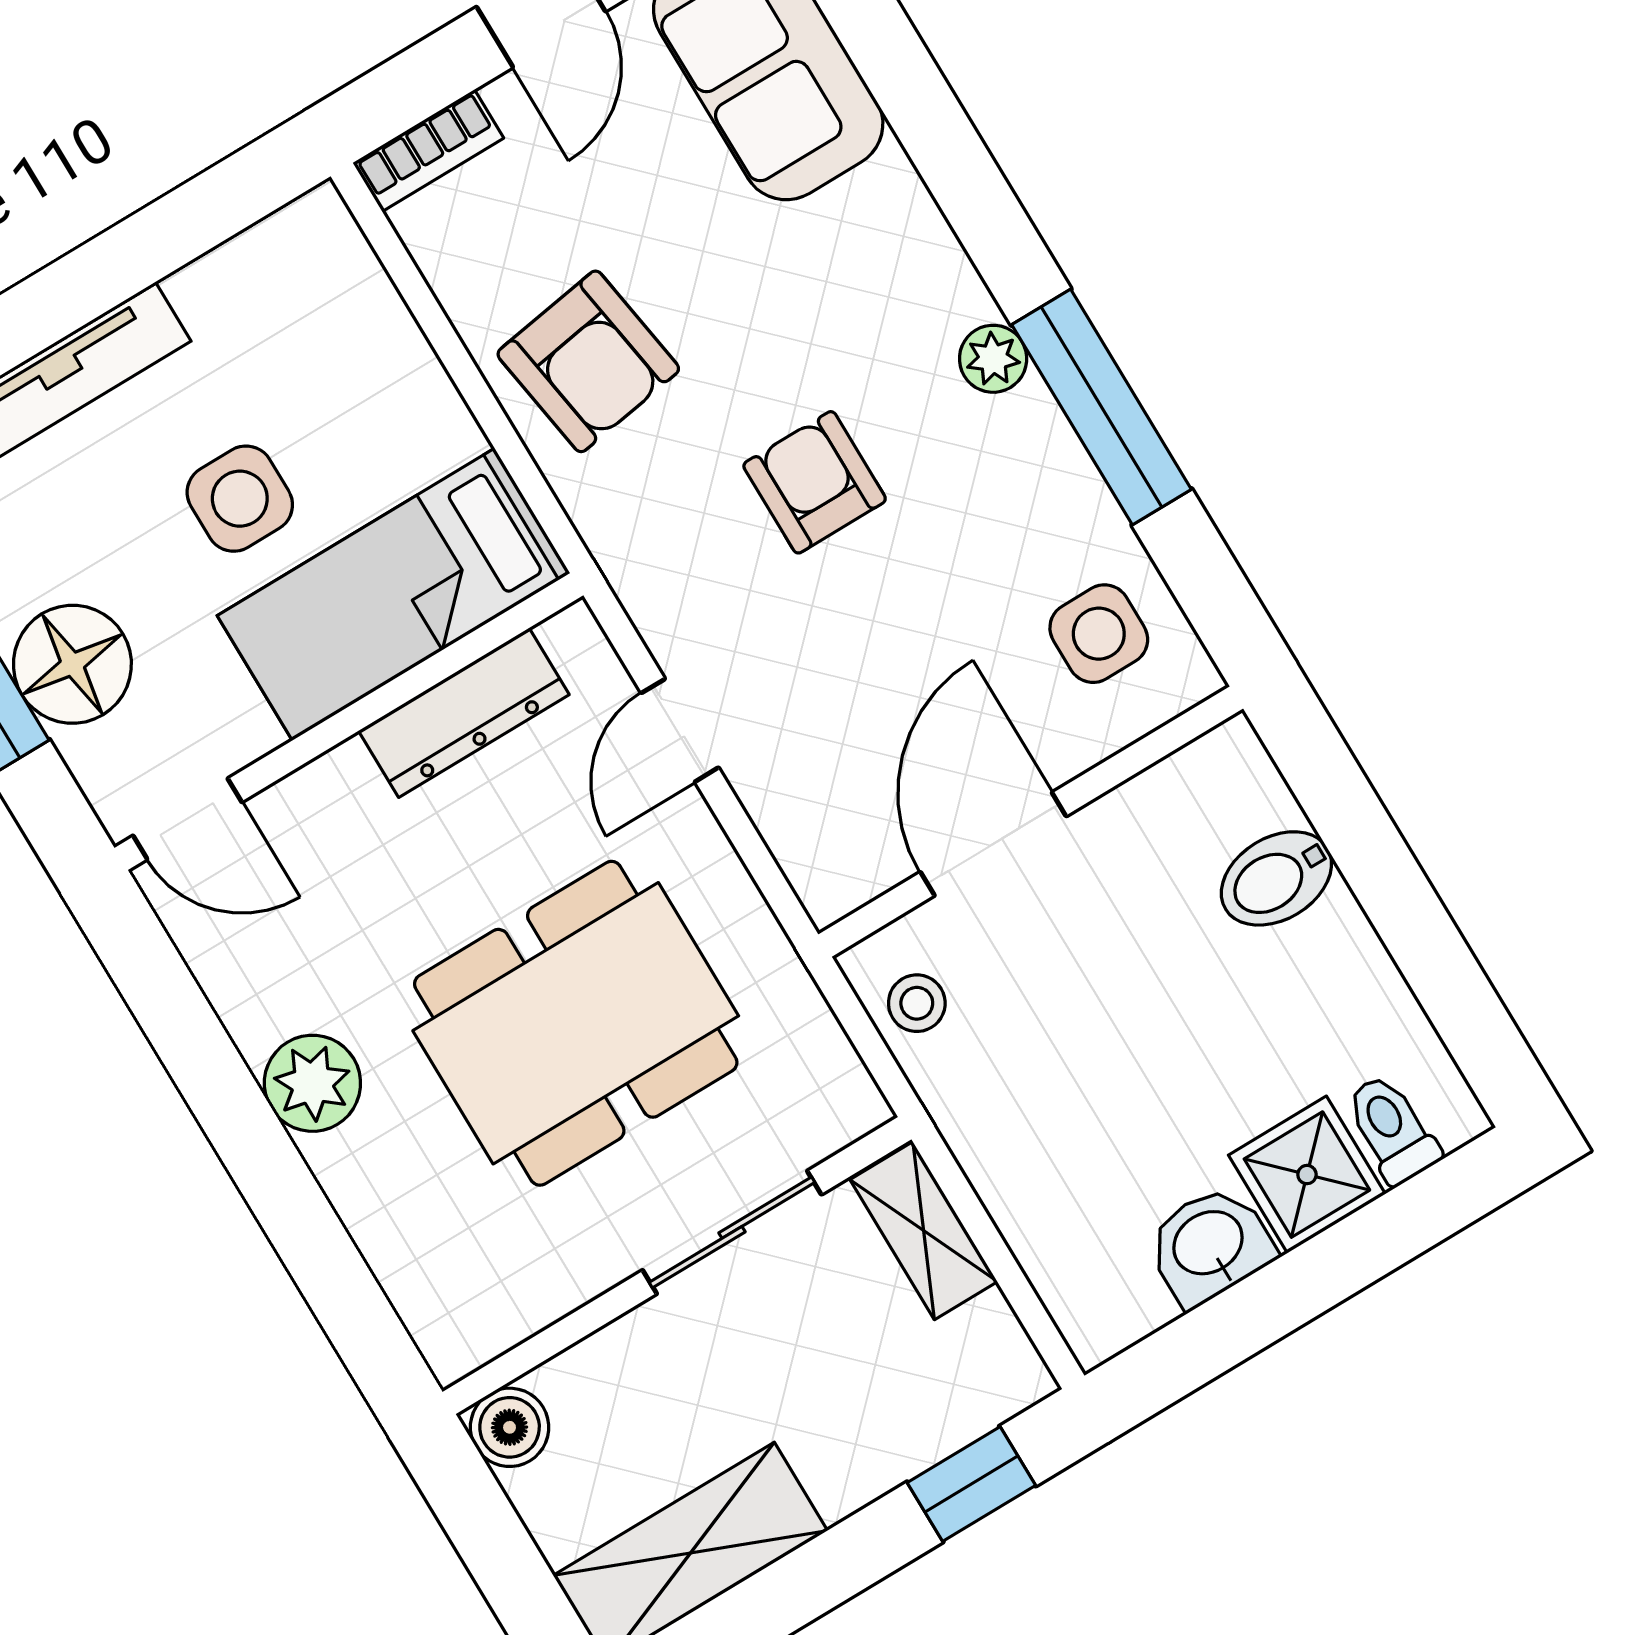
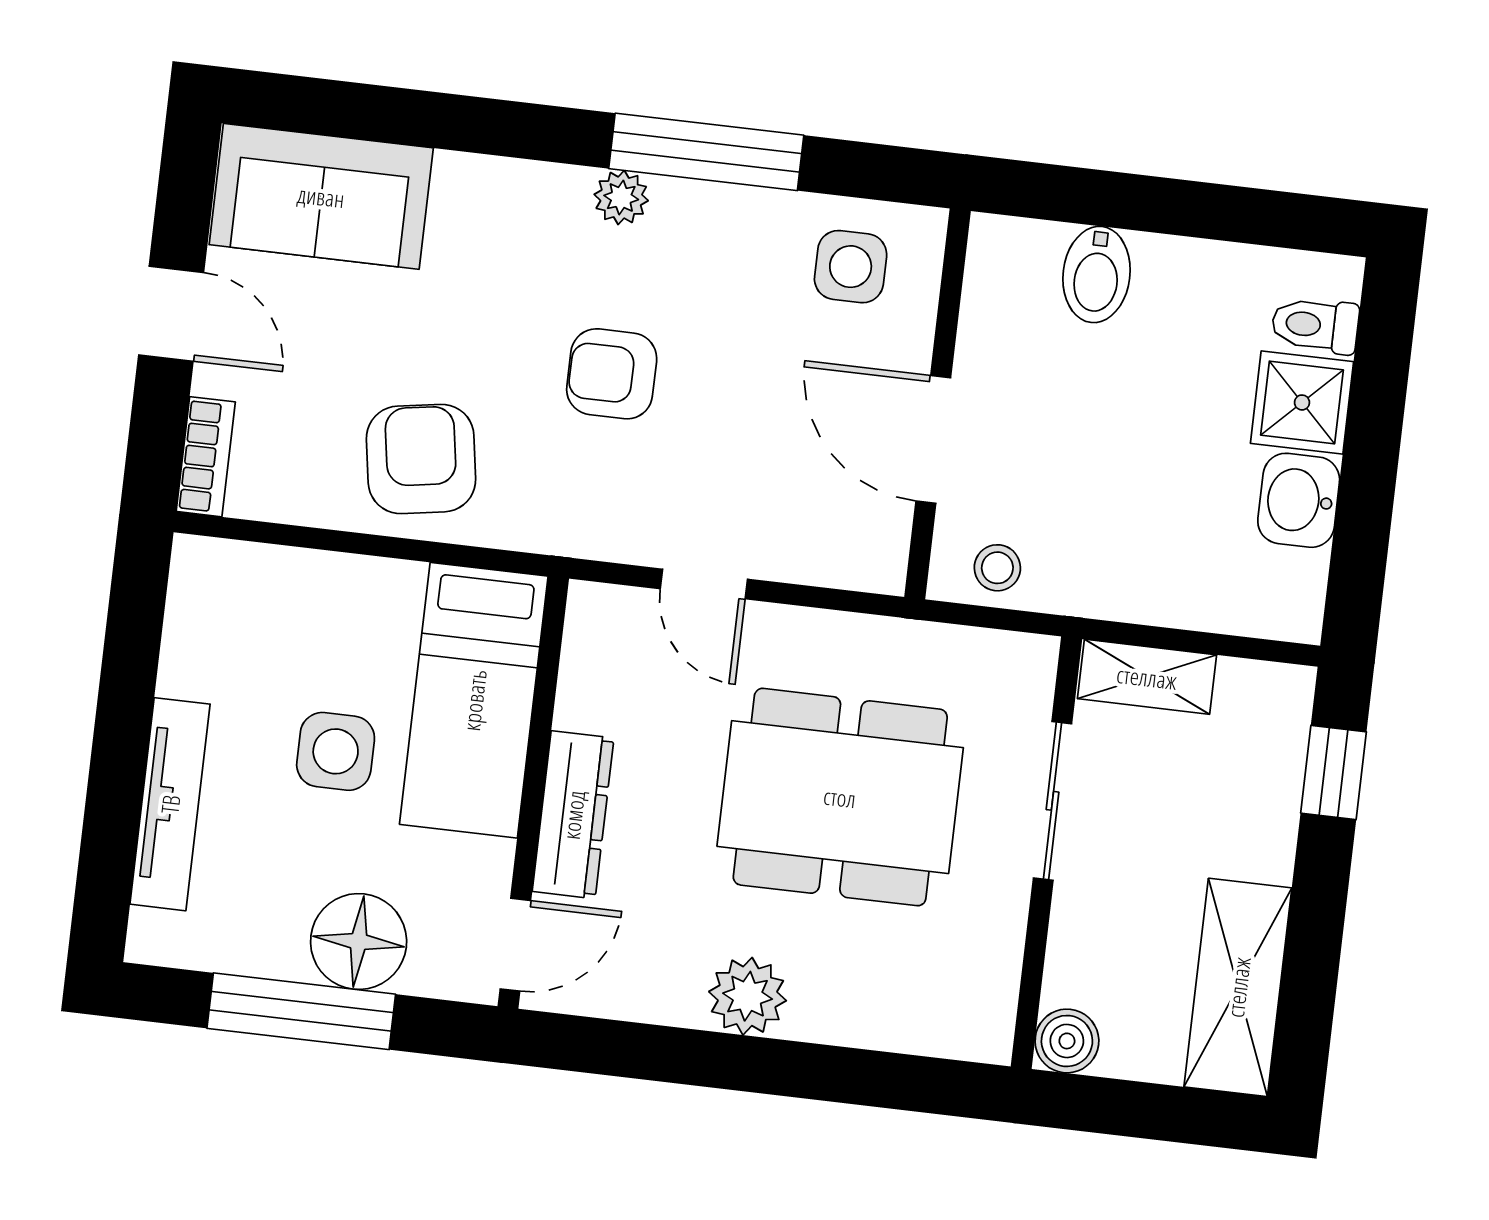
armchair: (588, 361) -> (421, 459), turned -90
dresser: (464, 713) -> (573, 815), moved
dining table: (576, 1023) -> (840, 797), turned 90

